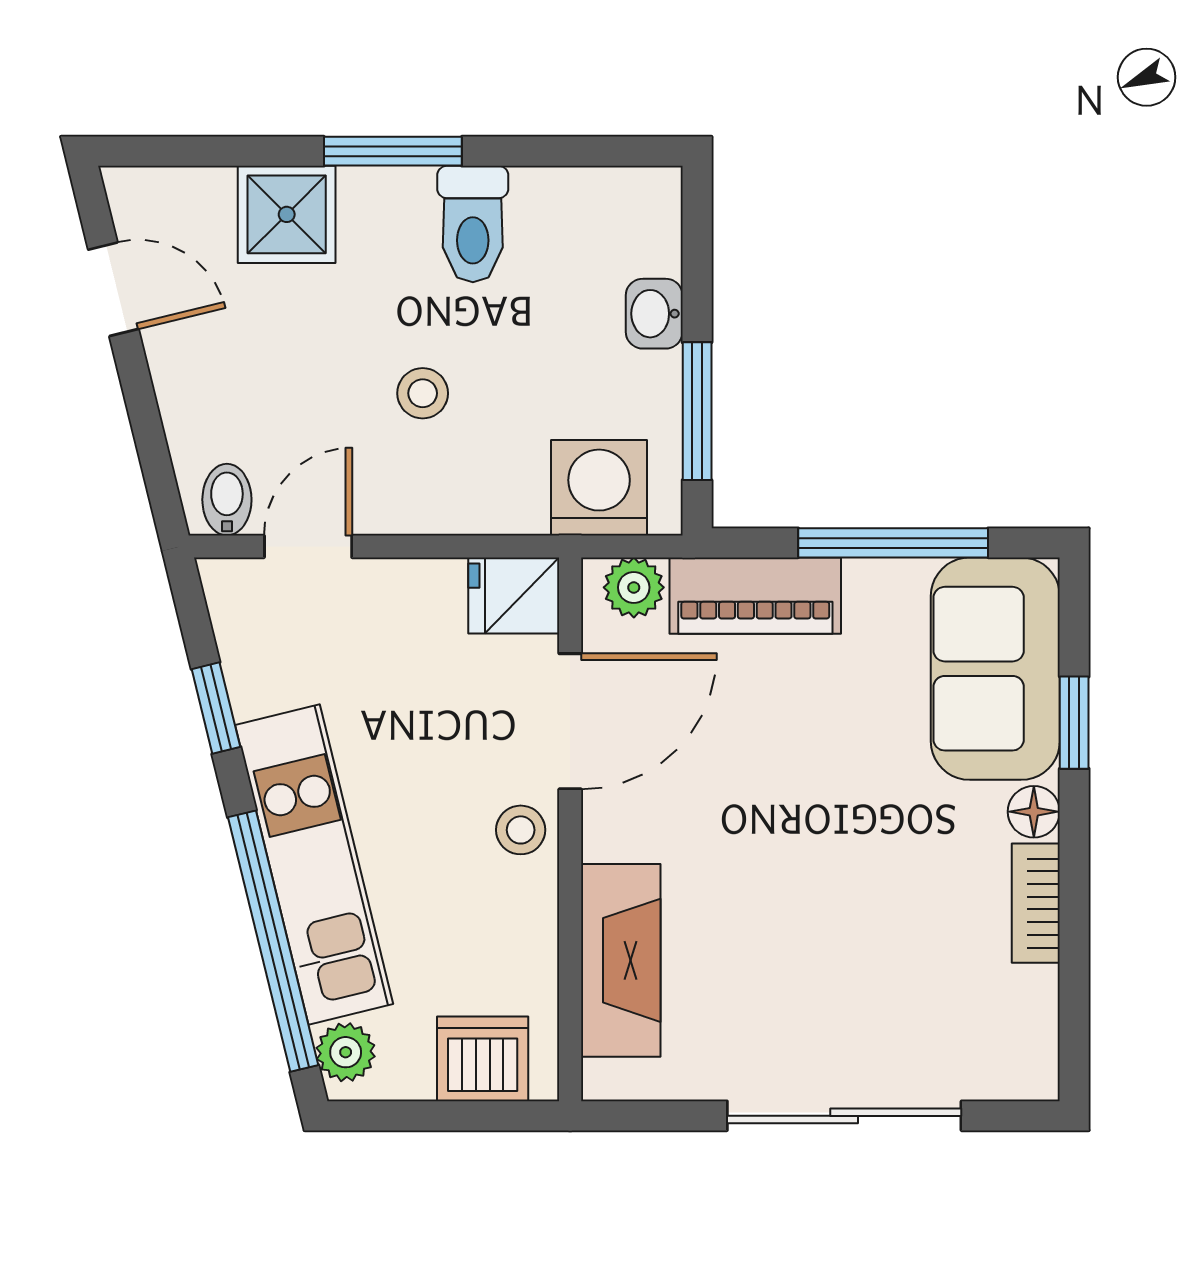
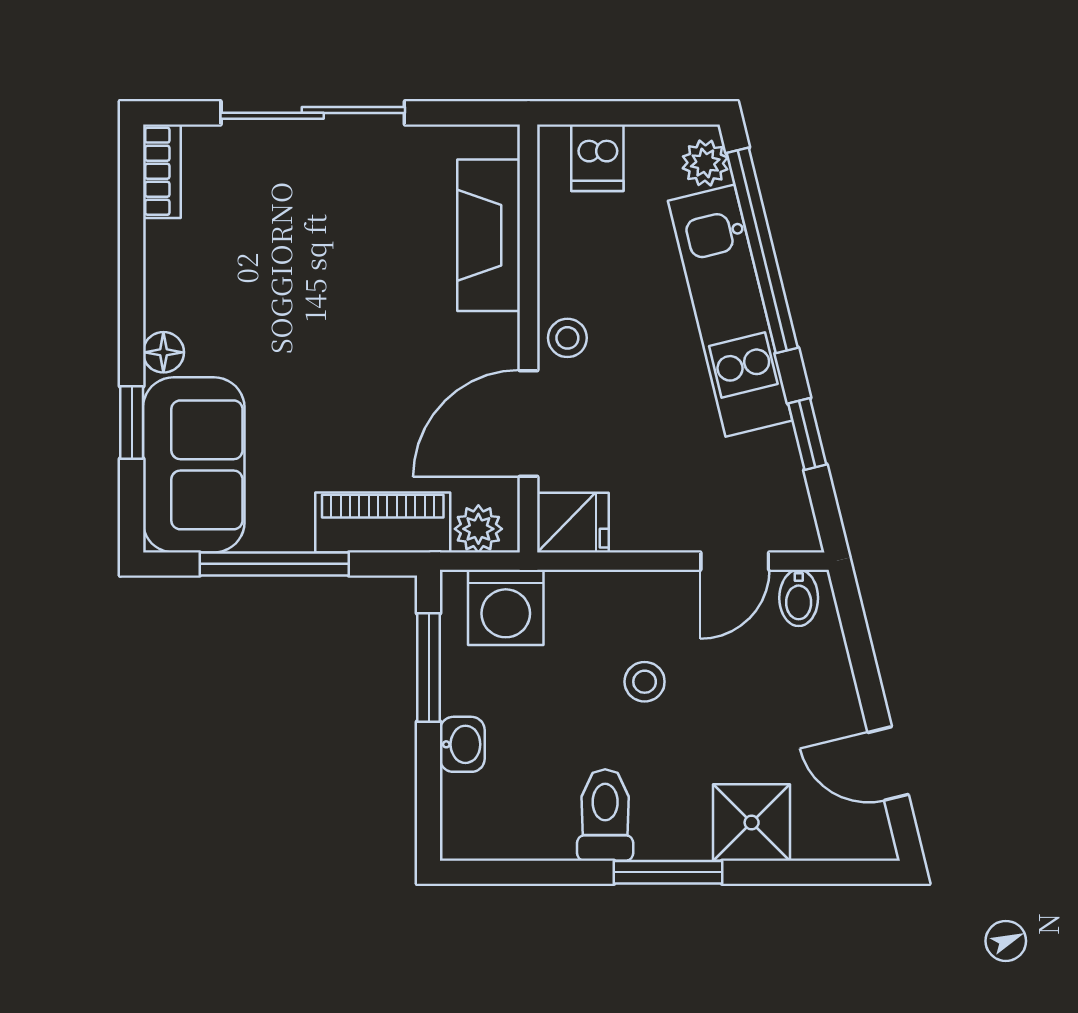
bookcase: (1036, 903) -> (162, 171), moved
dishwasher: (483, 1059) -> (597, 158), width x0.73

